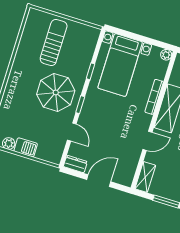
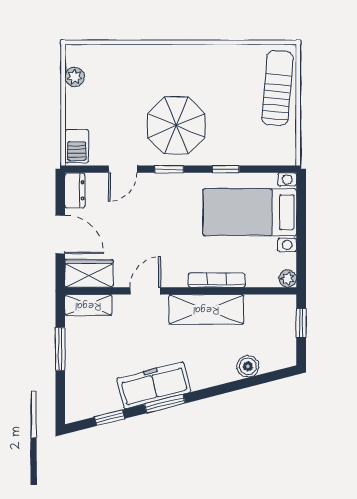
sun lounger: (54, 42) -> (278, 88), moved, turned -85
door: (147, 141) -> (145, 291), swing flipped
barbecue: (26, 147) -> (77, 146), moved
wardrobe: (127, 171) -> (89, 273), added

